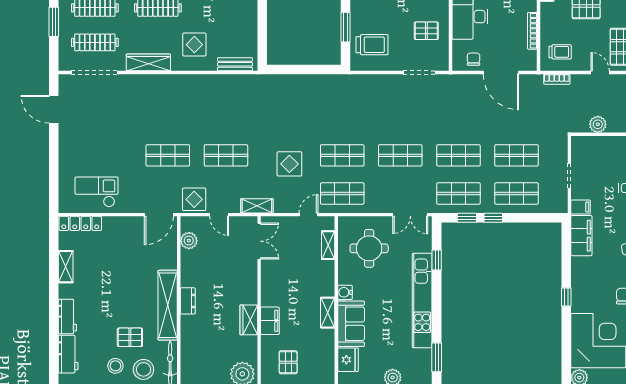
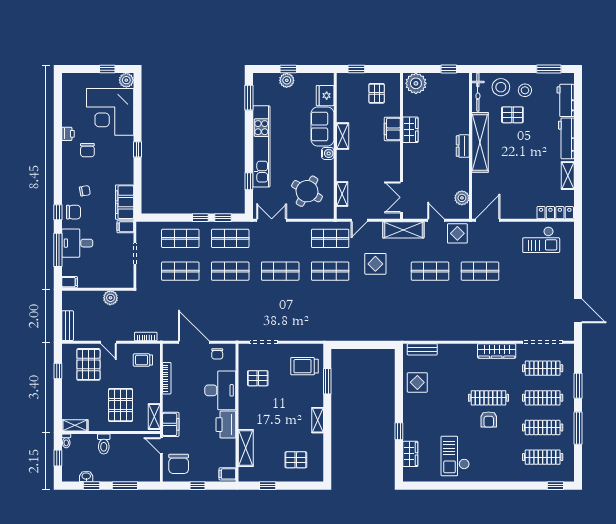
display table: (194, 45) -> (417, 382), moved
shelving: (257, 206) -> (403, 230), width x1.50, depth x1.33
round table: (369, 248) -> (307, 191), turned 30
workbench: (67, 316) -> (566, 138), width x1.38

